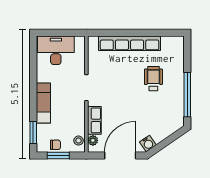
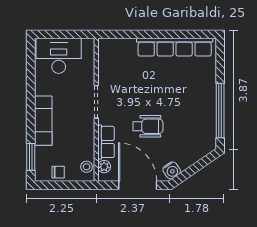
row of seats: (130, 43) -> (175, 47), moved
wheelchair: (153, 79) -> (148, 126), moved, turned 90
window: (58, 156) -> (62, 185), removed
door: (120, 156) -> (138, 185), hinge flipped

